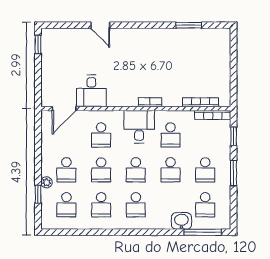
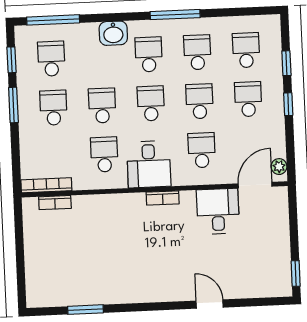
bookcase: (150, 102) -> (163, 198), moved
bookcase: (201, 102) -> (55, 203), width x0.64
window: (234, 136) -> (11, 60), moved
window: (38, 165) -> (288, 104), added
plant: (47, 182) -> (279, 167), moved
washbasin: (181, 221) -> (113, 33), moved
window: (116, 232) -> (175, 15), added

